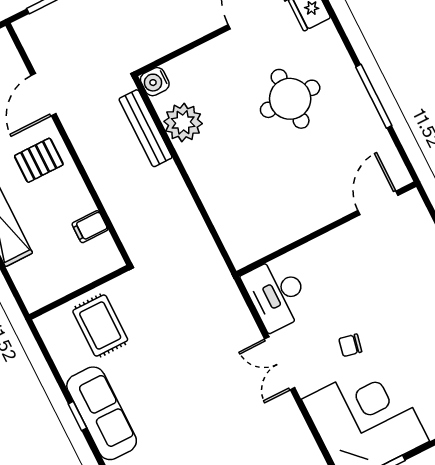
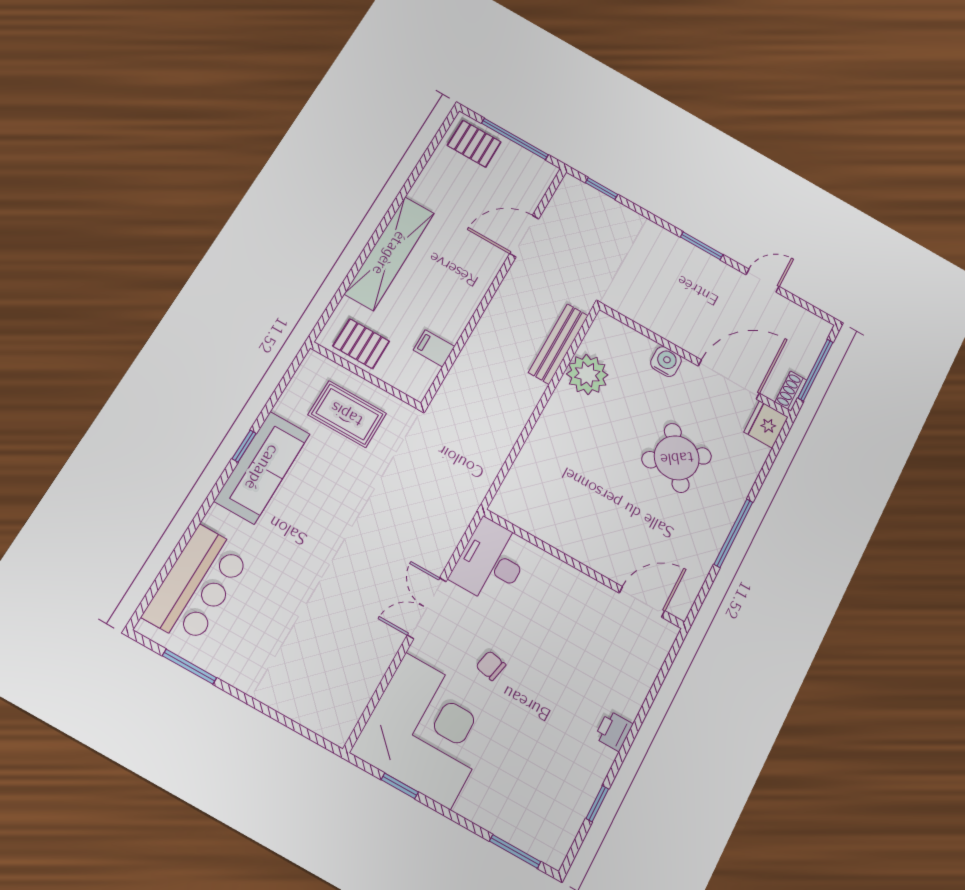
water cooler: (155, 82) -> (666, 362), moved, turned 90
round table: (290, 99) -> (677, 458), turned -35
pallet: (39, 160) -> (361, 344), moved
rug: (100, 326) -> (347, 414), turned 90

